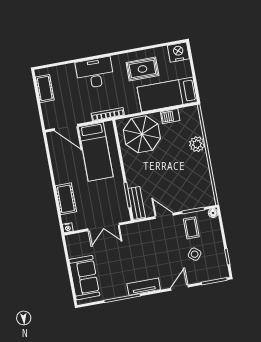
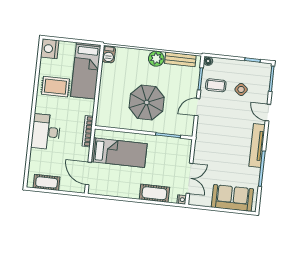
rug: (142, 69) -> (55, 87), turned 90
barbecue: (170, 116) -> (109, 54), moved
door: (66, 127) -> (88, 173), swing flipped
parasol: (142, 134) -> (147, 102), moved
plant: (197, 144) -> (156, 59), moved
bench: (136, 203) -> (180, 59), moved
double door: (104, 227) -> (190, 178), moved
tv unit: (144, 287) -> (257, 146), width x1.41

